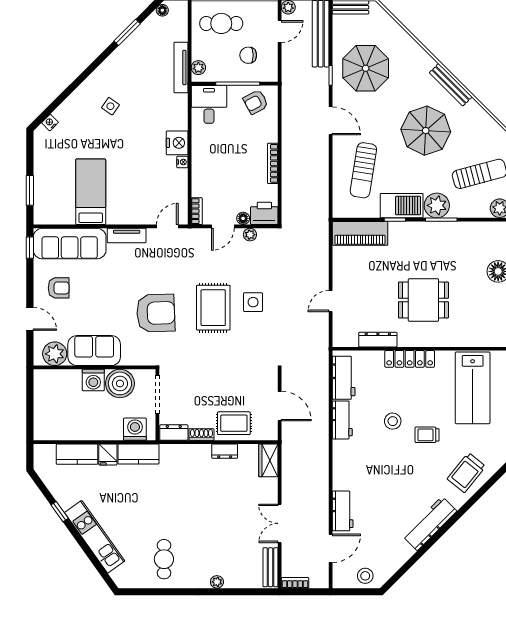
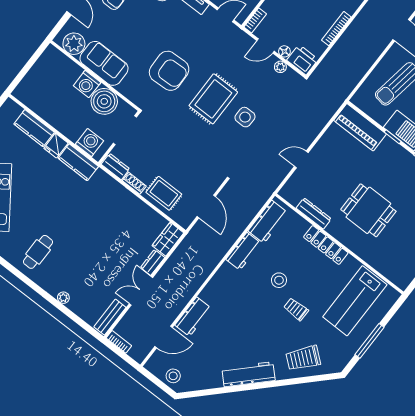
dresser: (225, 451) -> (153, 262), moved, turned 90

